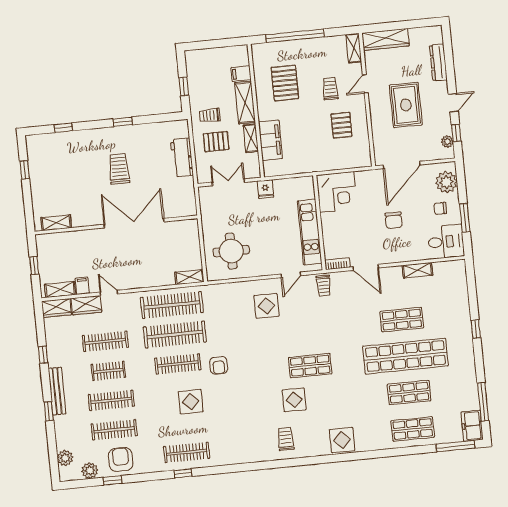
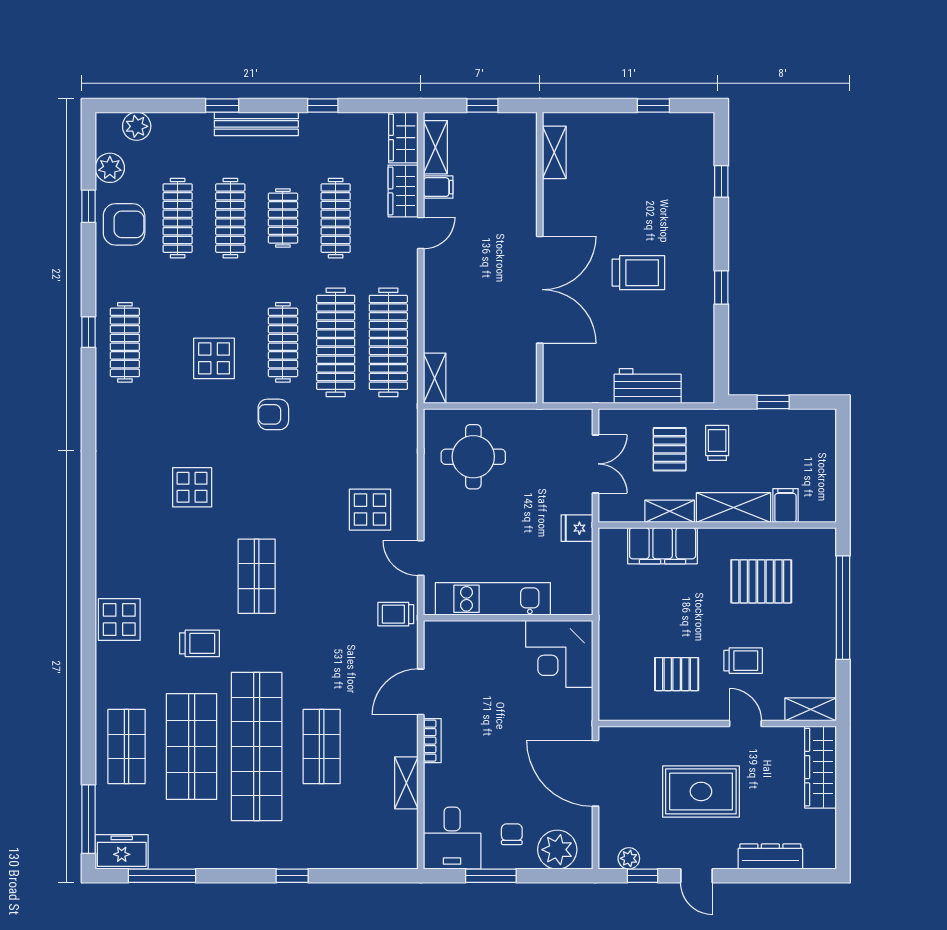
chair: (394, 220) -> (499, 750), removed
bookcase: (337, 264) -> (432, 741), moved
shop shelf: (409, 393) -> (192, 746), width x1.43, depth x1.36
display table: (294, 400) -> (192, 487), moved
trolley: (286, 439) -> (199, 643), moved

